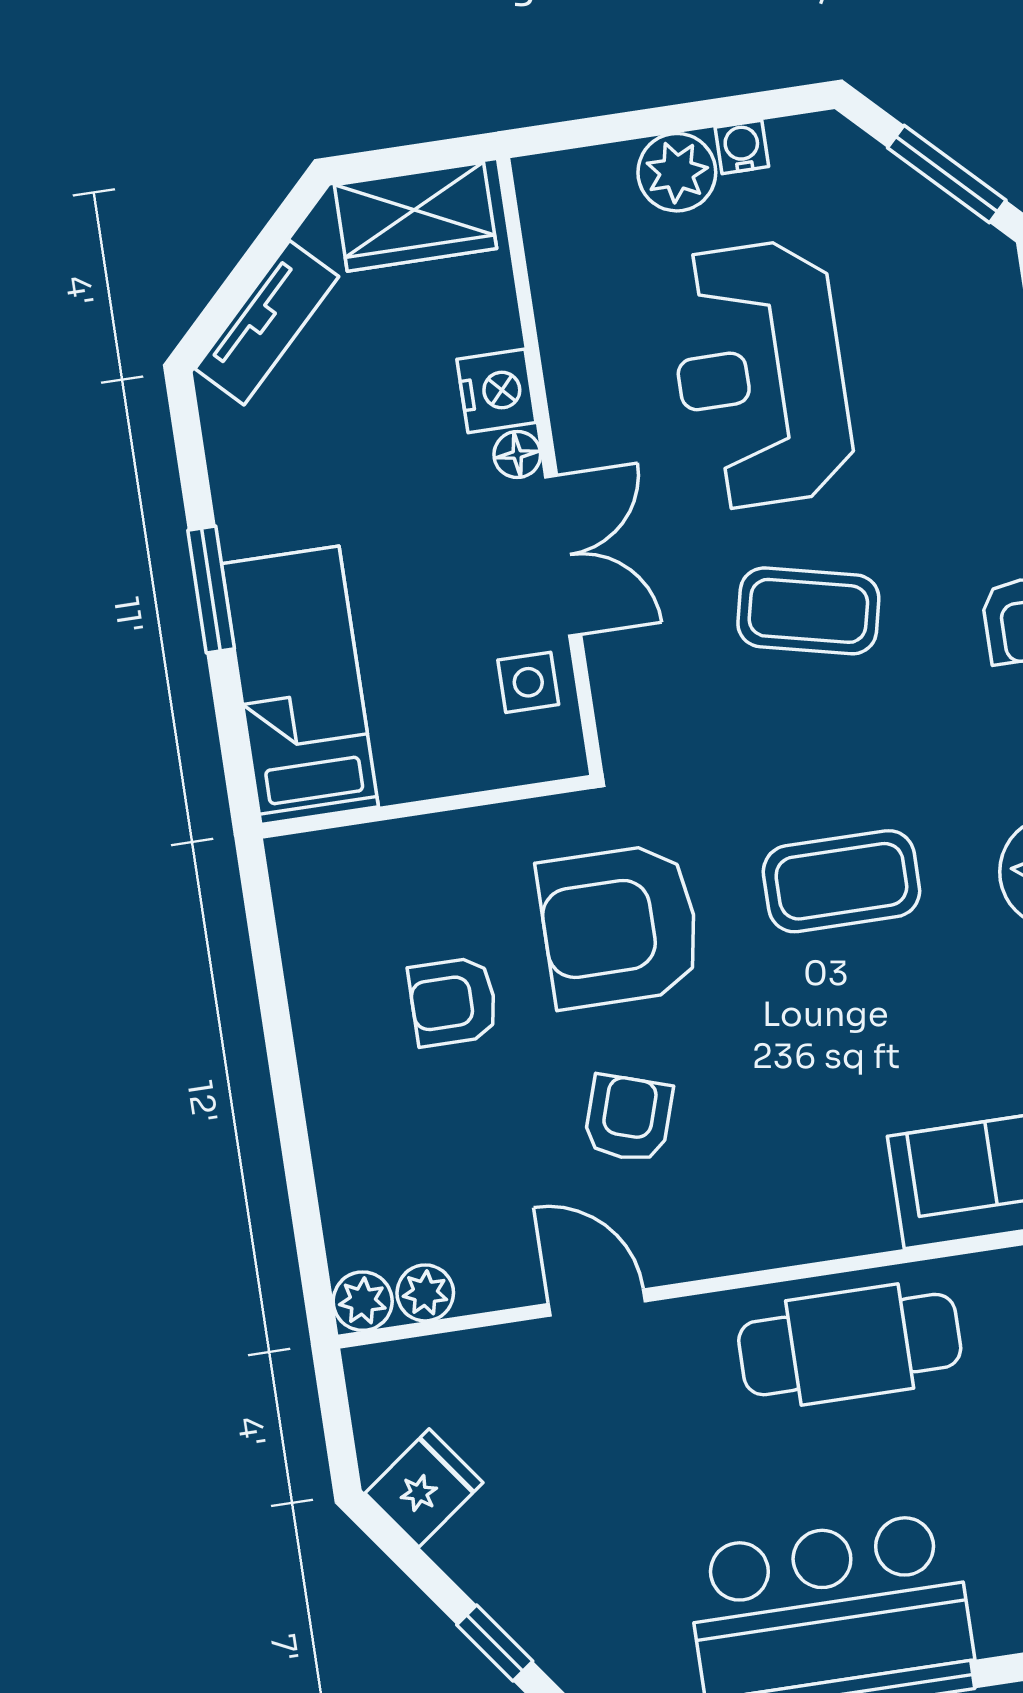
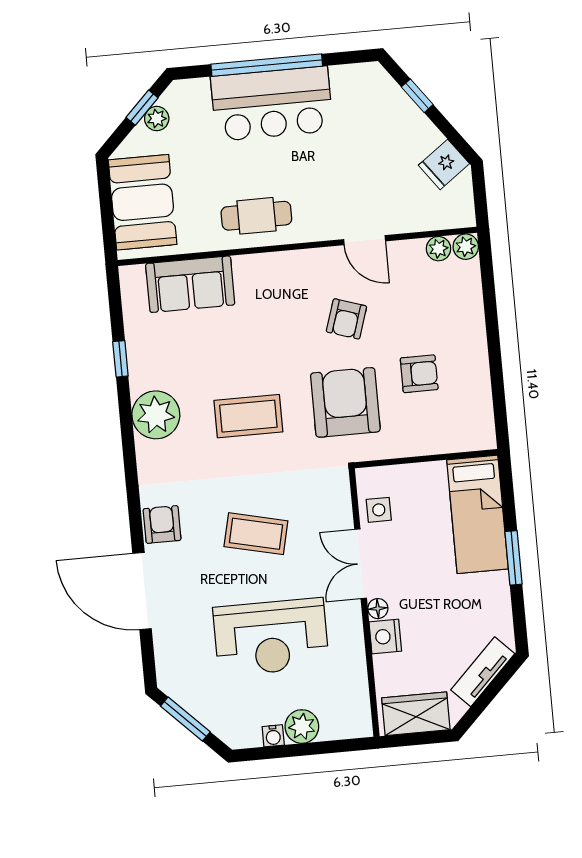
reception desk: (760, 374) -> (271, 637), turned 90
armchair: (620, 926) -> (345, 402), turned -90
cafe table: (850, 1345) -> (256, 216), width x0.73, depth x0.74

